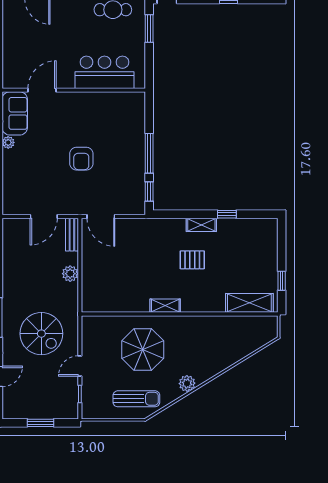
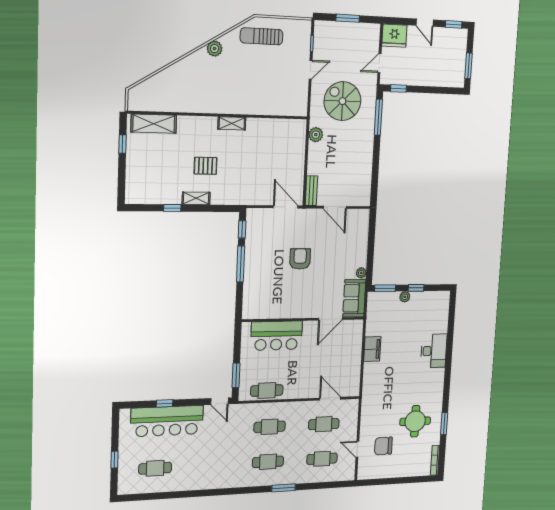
door: (44, 217) -> (335, 207), swing flipped
plant: (70, 274) -> (316, 135), moved
parasol: (143, 349) -> (254, 83), removed

